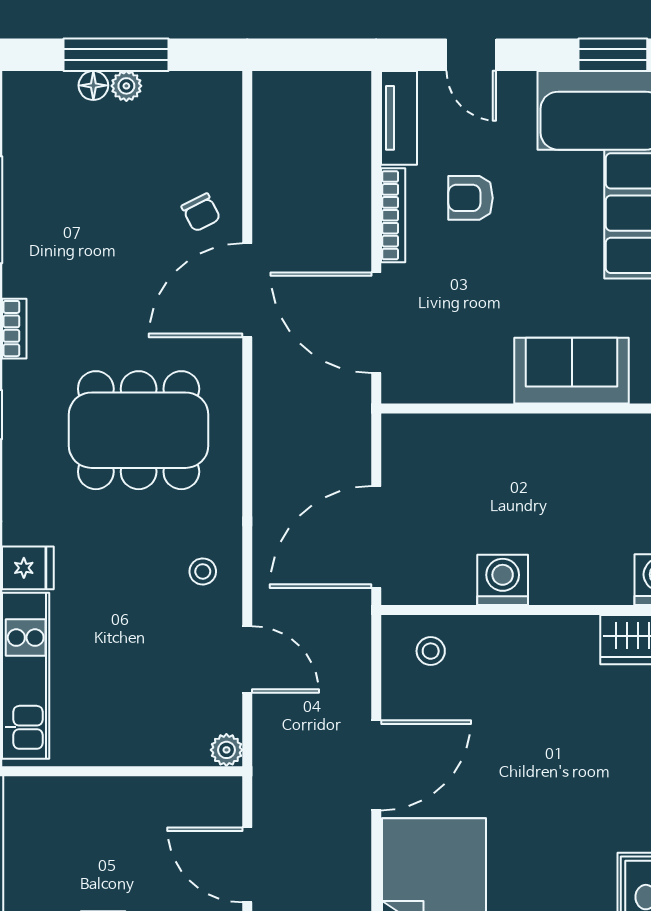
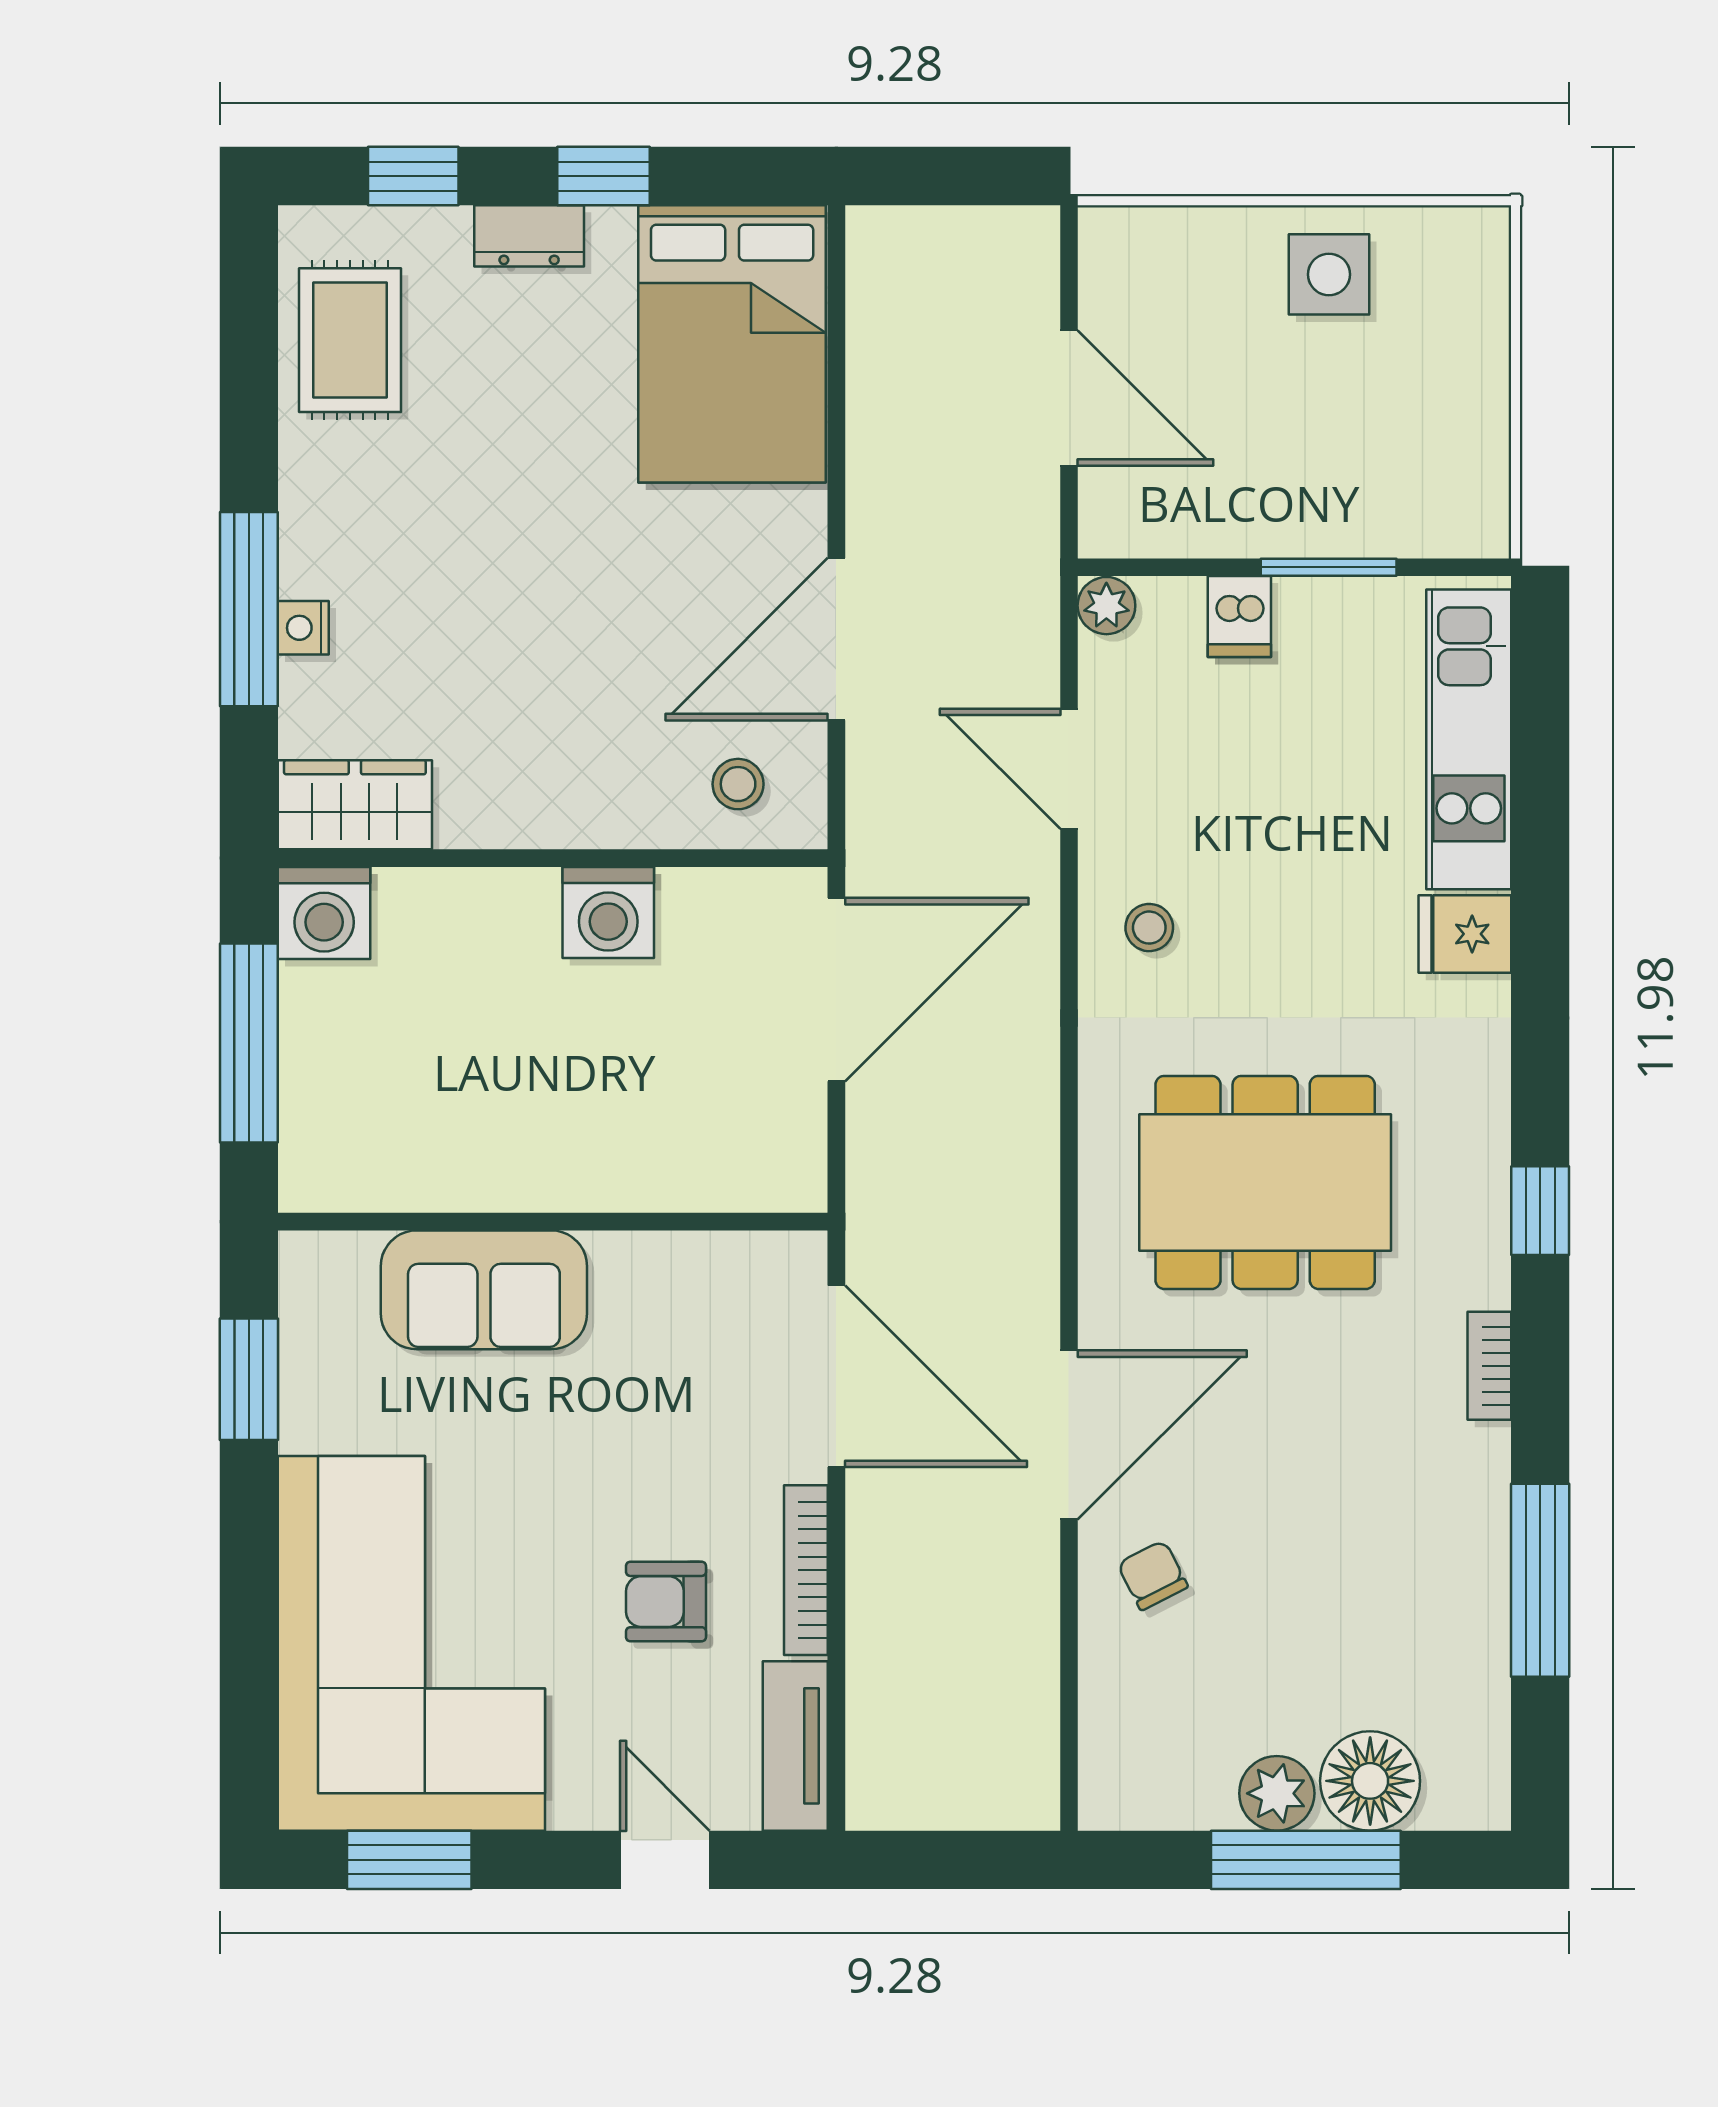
floor lamp: (93, 85) -> (1370, 1781), width x1.89, depth x1.89
plant: (126, 86) -> (1277, 1793), width x1.38, depth x1.38
armchair: (471, 198) -> (666, 1602), turned 180
dishwasher: (153, 744) -> (1239, 617), added
door: (376, 765) -> (836, 639), moved
window: (103, 771) -> (1329, 567), added

